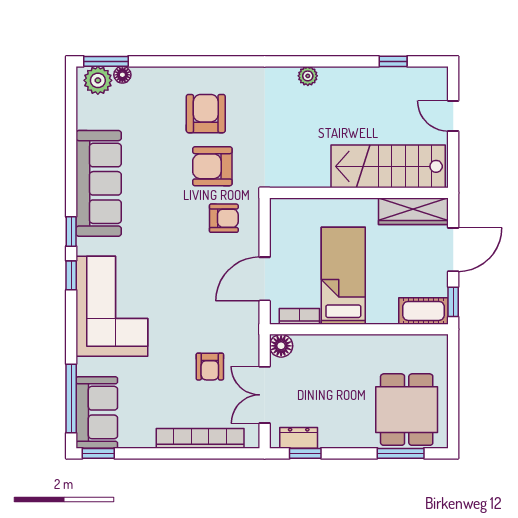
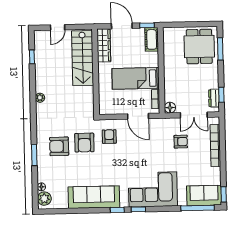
window: (106, 61) -> (34, 155), moved
dining table: (407, 410) -> (199, 47), turned 90

